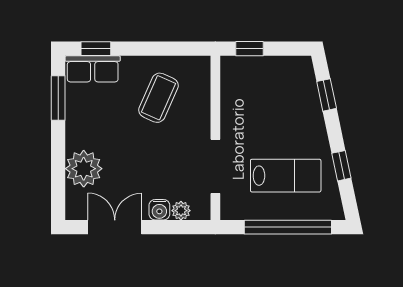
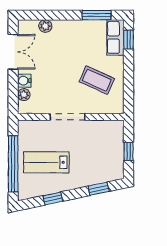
window: (249, 49) -> (129, 151), moved
doorway: (215, 166) -> (68, 117), moved
plant: (84, 169) -> (45, 26), width x0.53, depth x0.53
lab bench: (286, 176) -> (46, 162), turned 90

